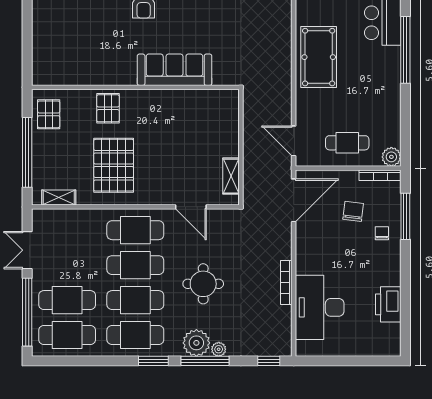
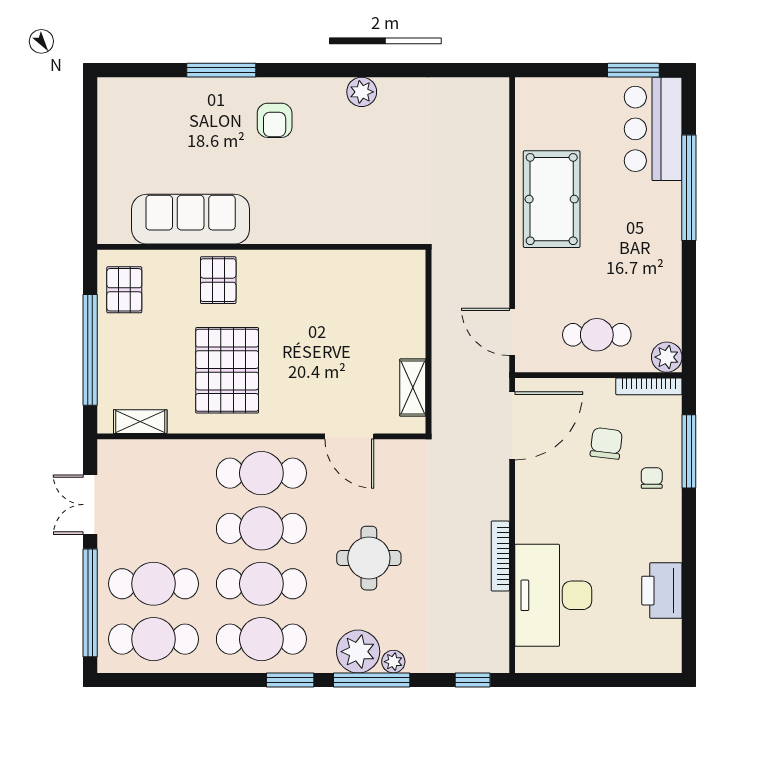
sofa: (175, 70) -> (191, 219), moved

